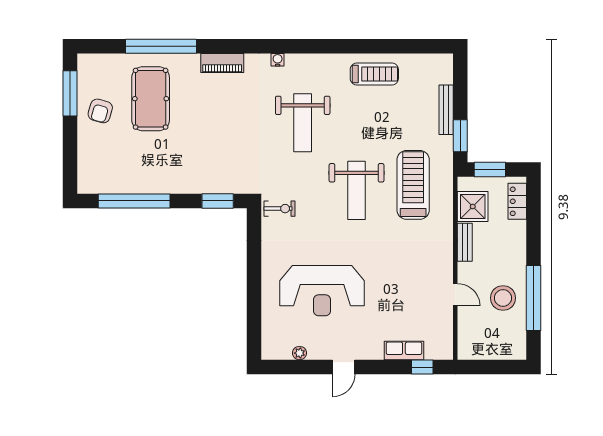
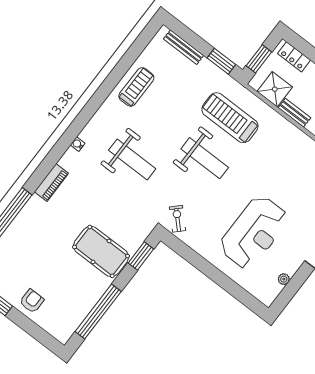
pool table: (151, 99) -> (101, 251), moved
bench: (446, 110) -> (184, 47), moved
armchair: (100, 111) -> (32, 301), moved, turned -106
exercise bike: (280, 209) -> (178, 219), turned -45

